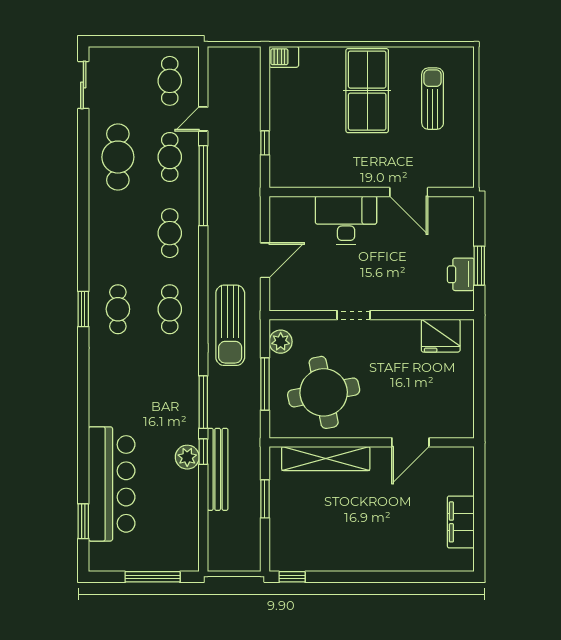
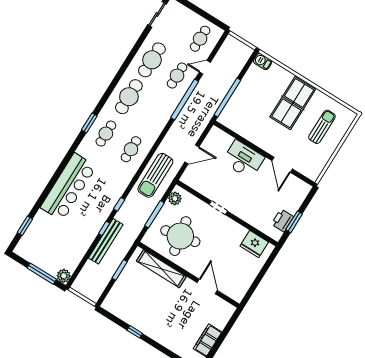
window: (265, 143) -> (227, 97), width x3.17
cafe table: (170, 233) -> (129, 97), moved, width x1.37, depth x1.35
window: (203, 402) -> (119, 204), width x0.46
door: (410, 442) -> (207, 287), swing flipped
plant: (187, 457) -> (64, 276), moved
bar counter: (112, 484) -> (68, 187), moved
window: (292, 577) -> (135, 332), moved

